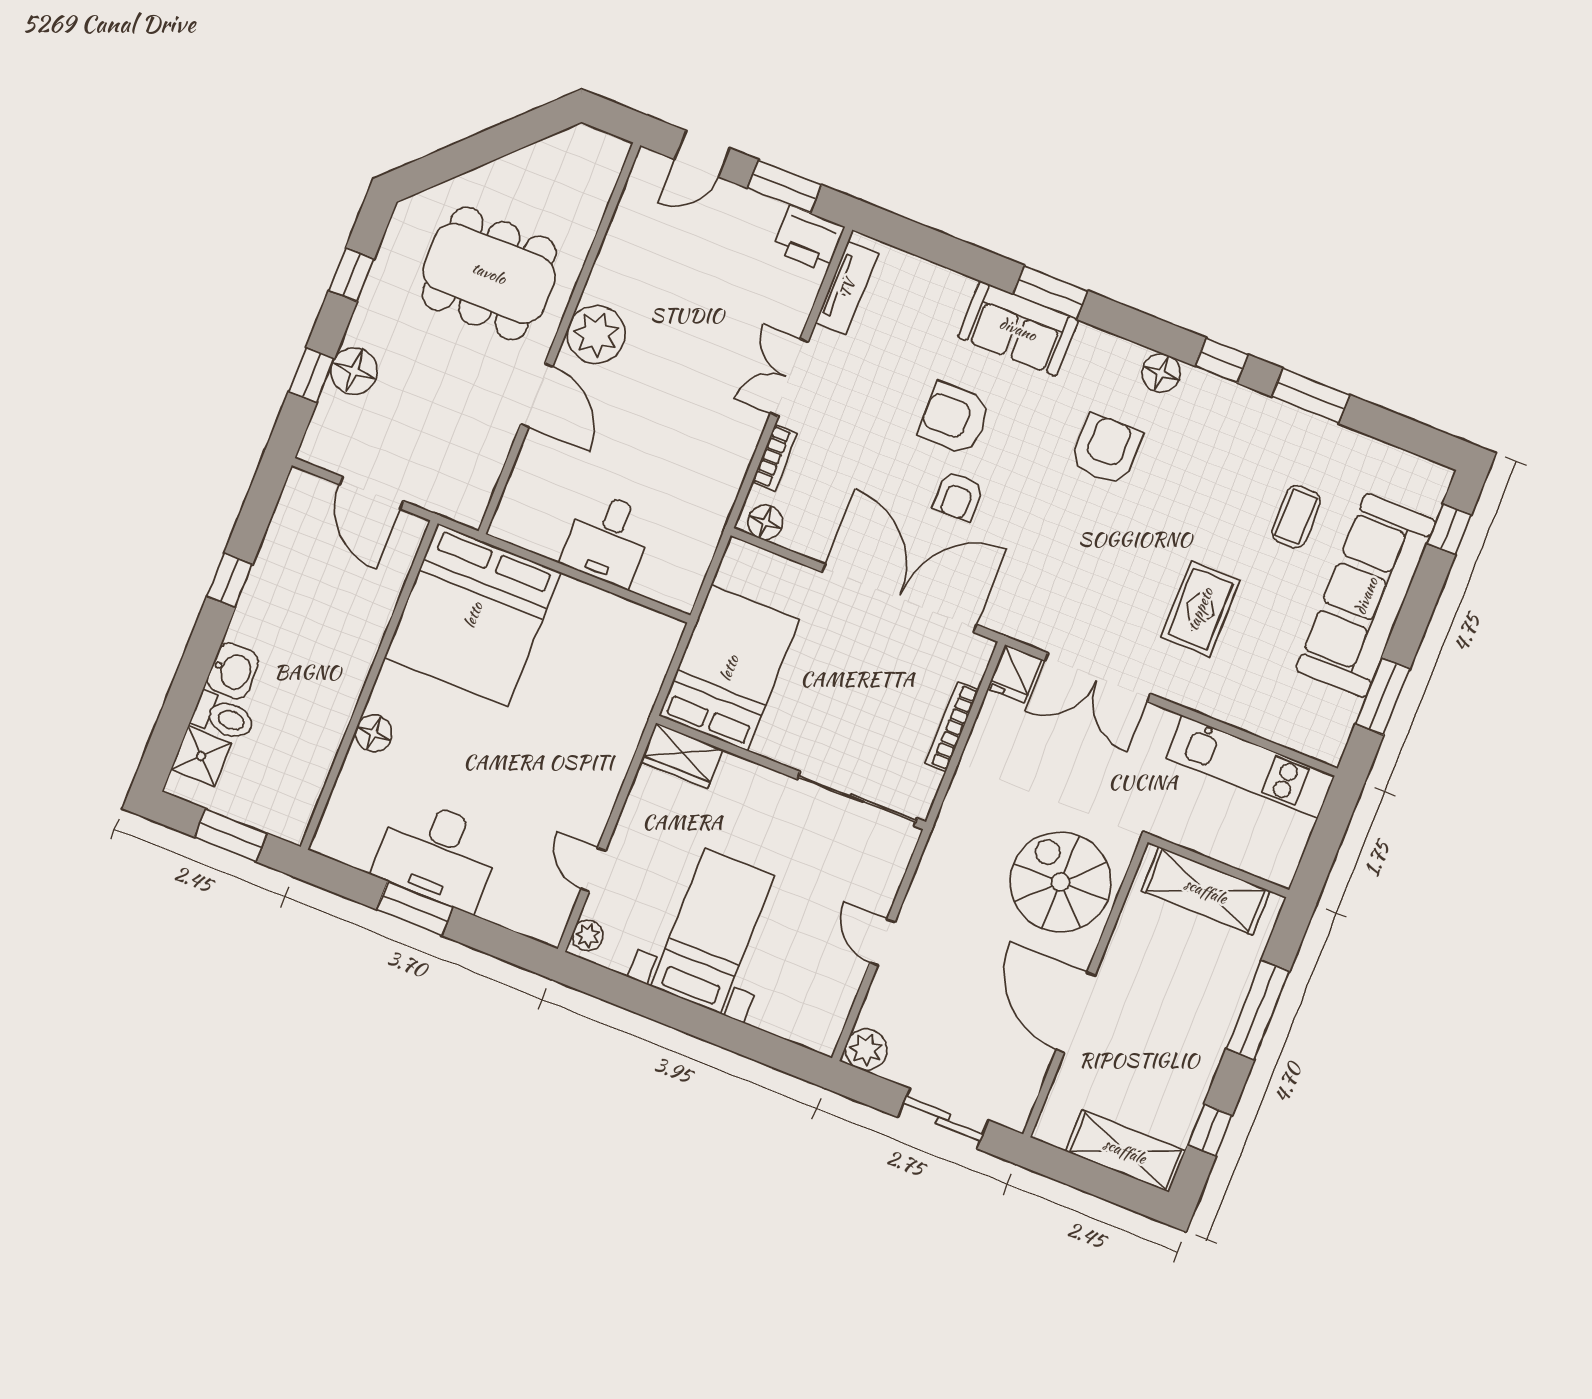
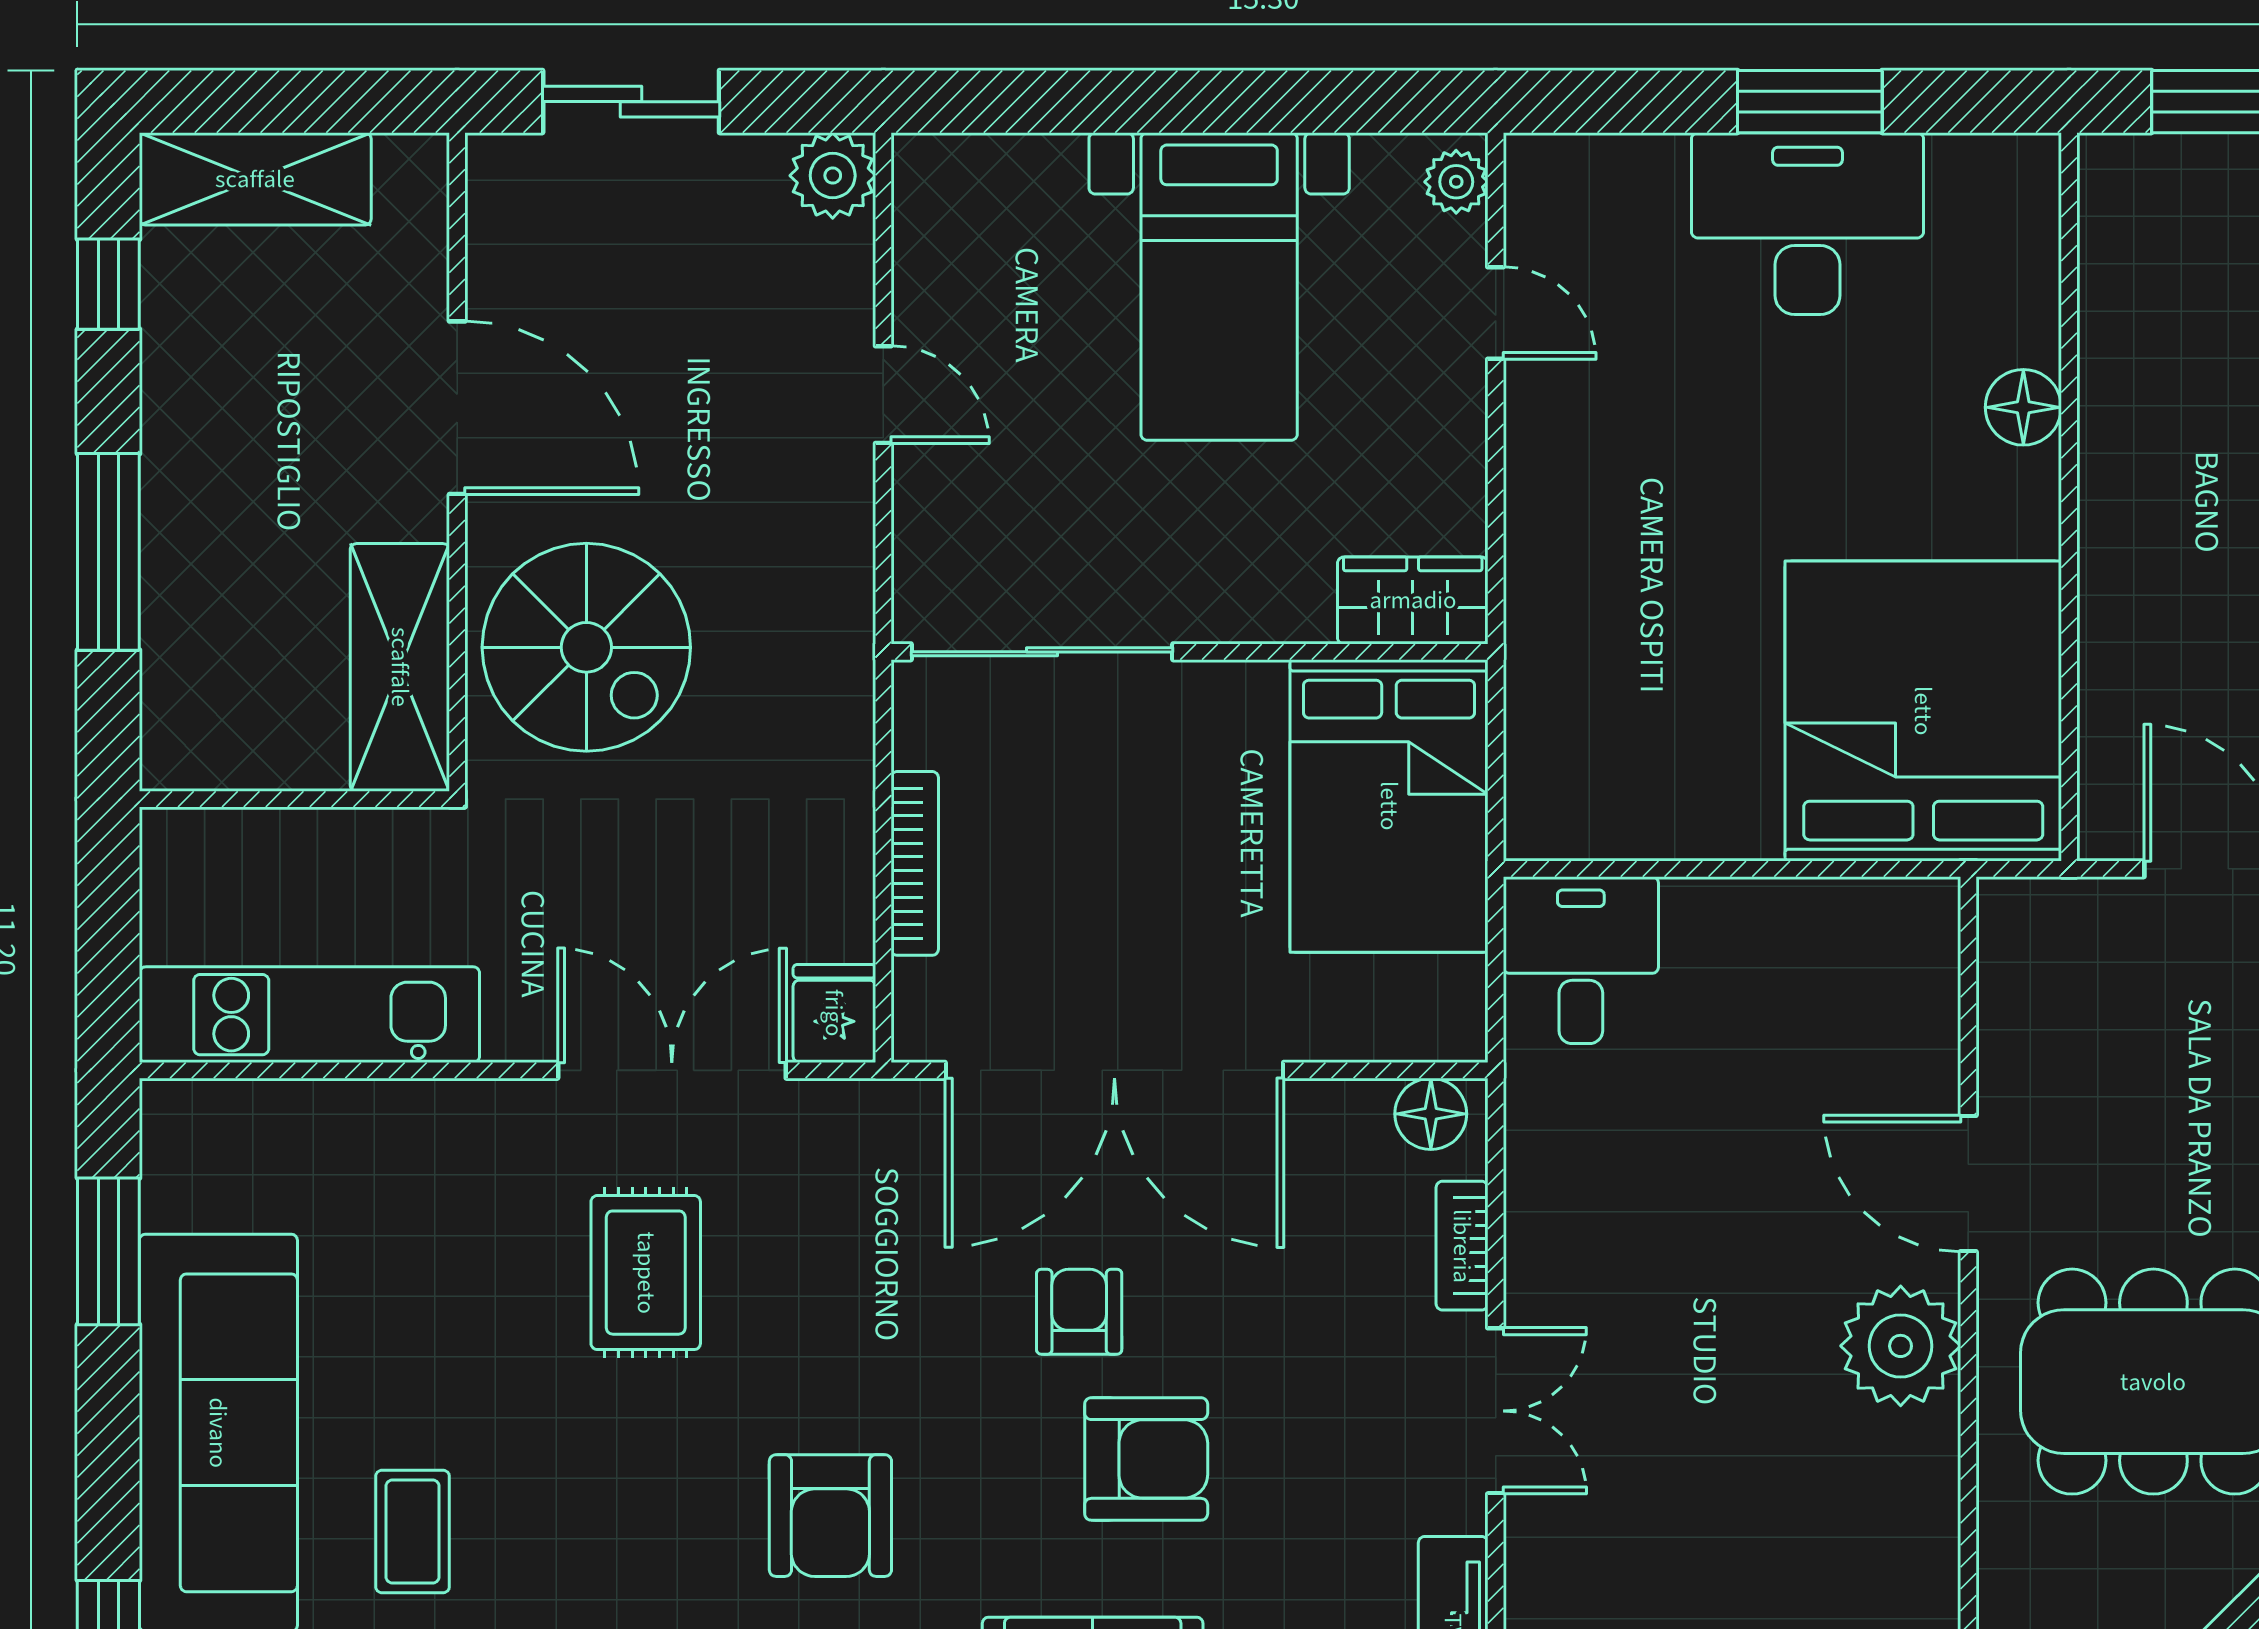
desk: (608, 540) -> (1581, 960), moved
rug: (1200, 609) -> (646, 1273), moved
shelving: (1206, 891) -> (400, 667), moved, turned 90

